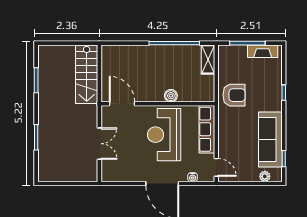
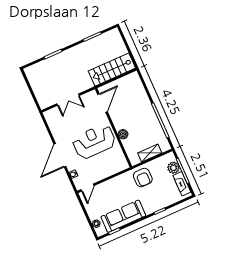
plant: (239, 53) -> (173, 168), added
shelving: (208, 59) -> (150, 153), moved
row of seats: (207, 129) -> (111, 169), removed

